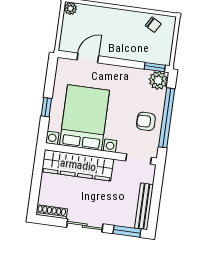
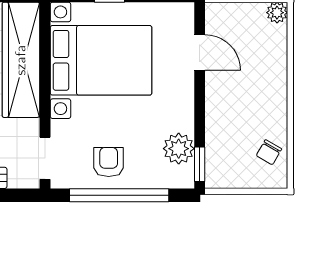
plant: (158, 80) -> (179, 149), moved

